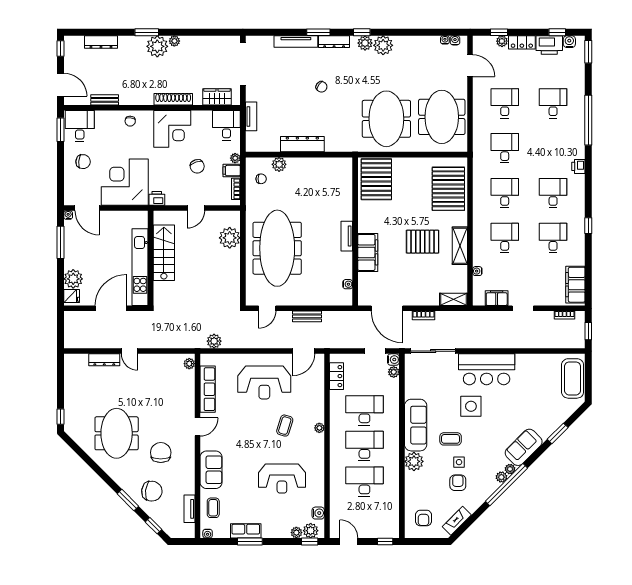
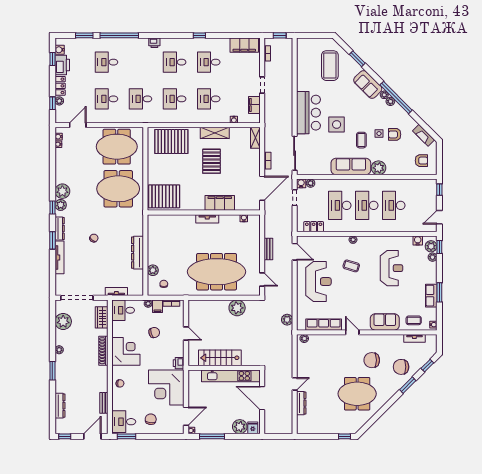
plant: (157, 46) -> (63, 321), moved
window: (588, 52) -> (84, 35), moved
plant: (230, 238) -> (237, 308), moved
coffee table: (573, 378) -> (330, 66), moved, turned 90
chair: (152, 491) -> (401, 367), turned -97

